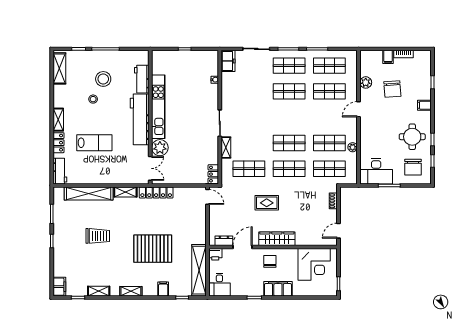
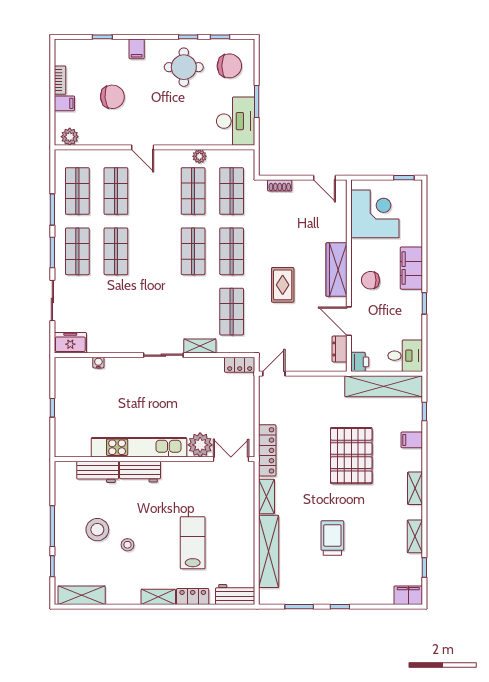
plant: (366, 82) -> (70, 137), moved
workbench: (140, 119) -> (140, 472), width x0.53, depth x0.76

